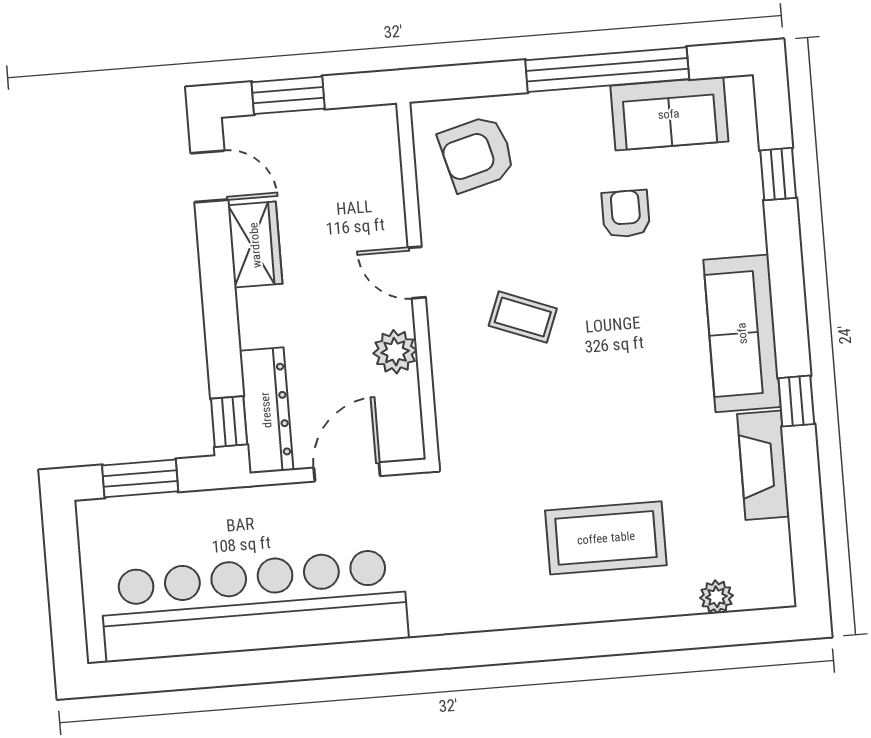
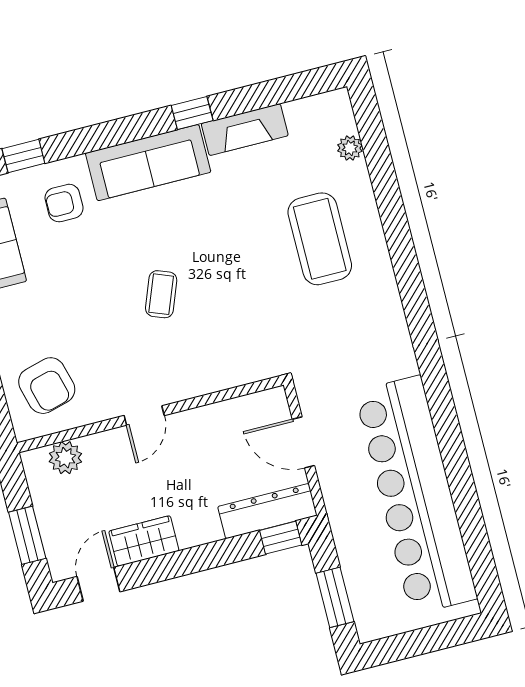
armchair: (626, 214) -> (64, 203), moved
coffee table: (523, 317) -> (161, 294), moved
plant: (395, 352) -> (65, 458), moved

